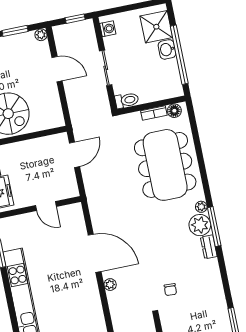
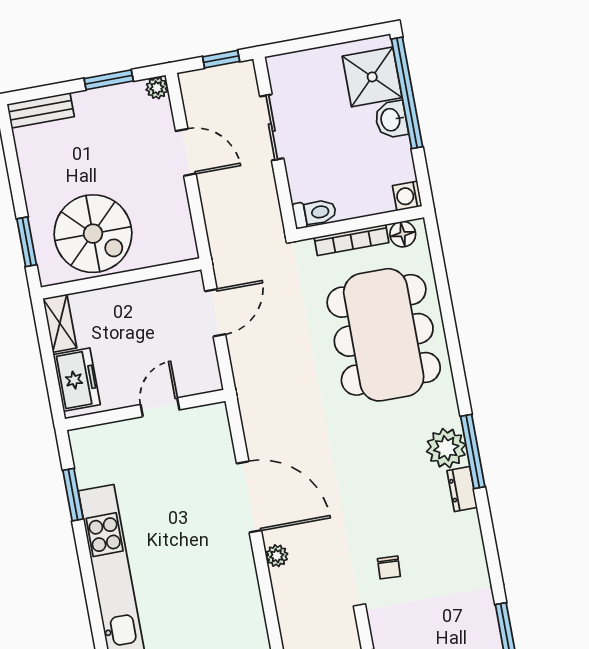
washing machine: (108, 29) -> (407, 196), moved, turned 180
window: (179, 55) -> (407, 93), moved
sliding door: (106, 68) -> (272, 127), moved
bookcase: (154, 113) -> (352, 240), width x1.56
door: (46, 206) -> (160, 407), swing flipped
plant: (201, 207) -> (449, 414), removed

